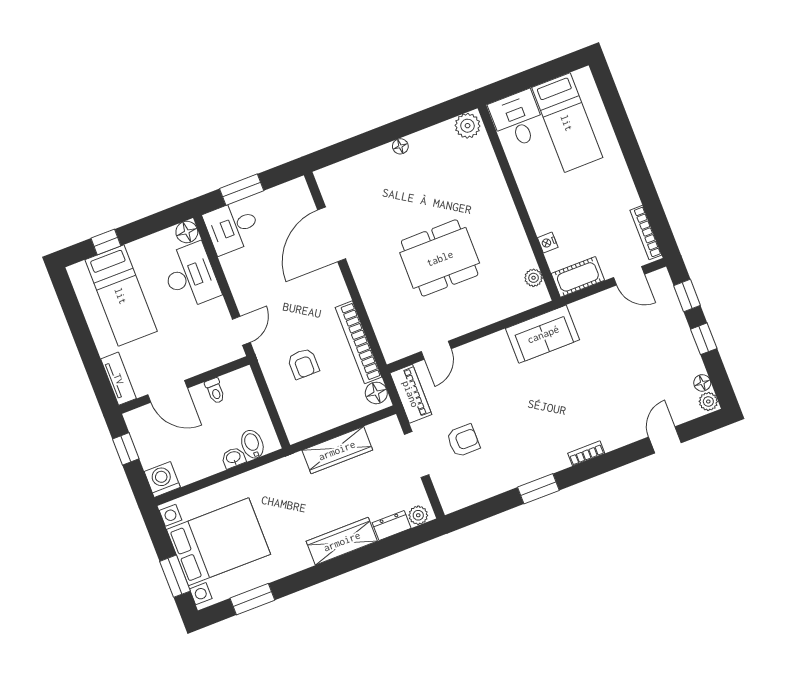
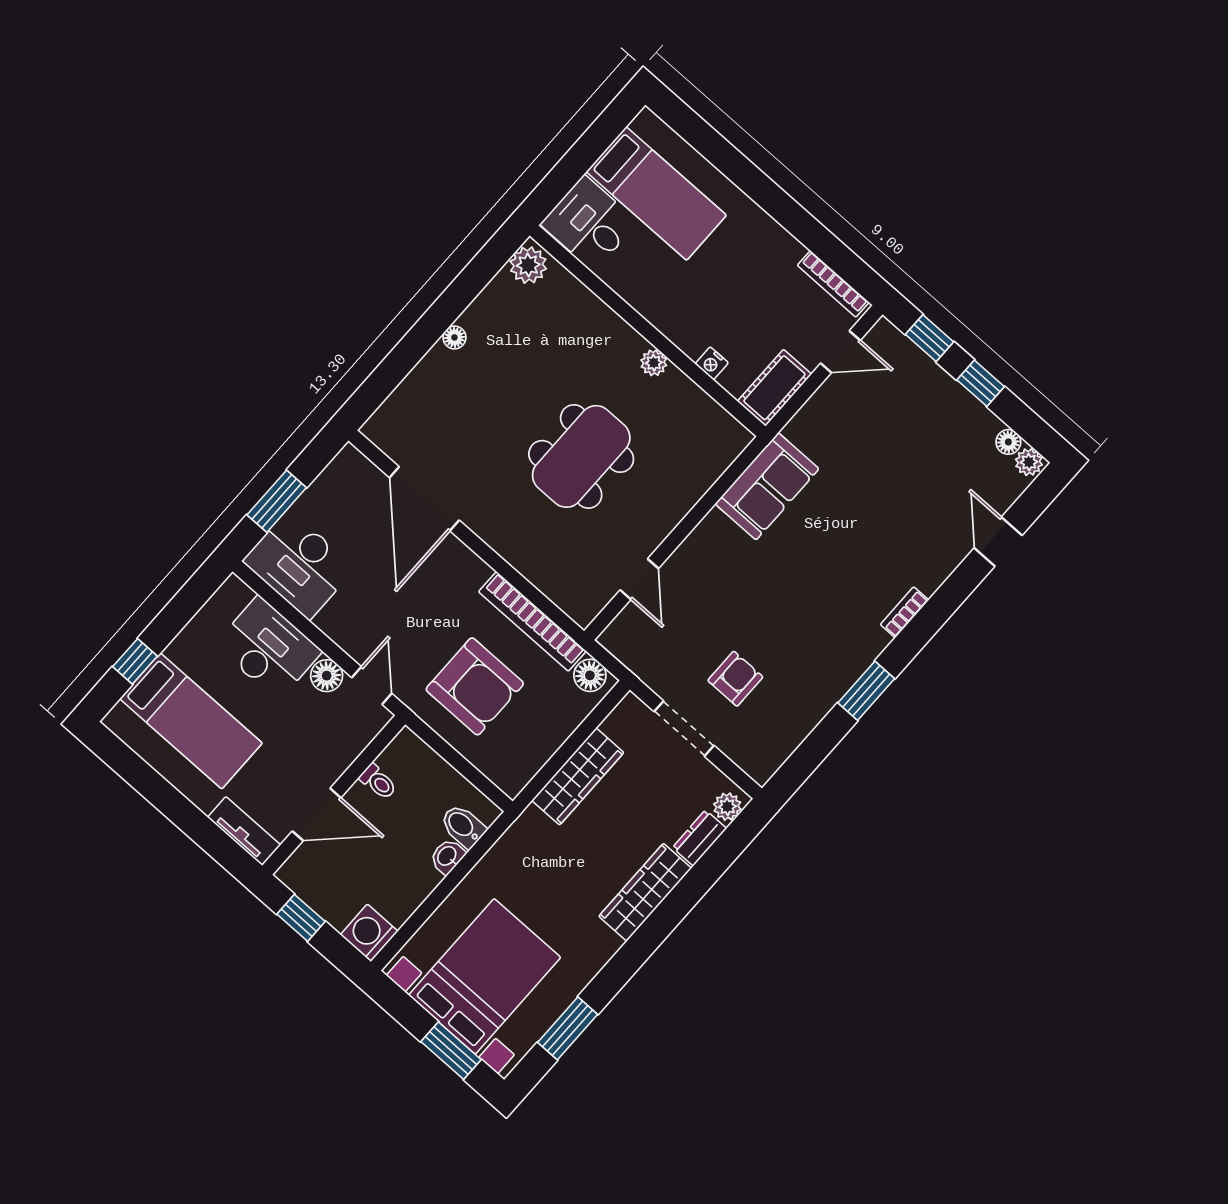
desk: (232, 227) -> (299, 565), width x1.37
floor lamp: (187, 232) -> (327, 676), moved
plant: (534, 278) -> (654, 363), moved
armchair: (303, 364) -> (475, 686), width x1.88, depth x1.88
piano: (411, 394) -> (636, 653), removed

